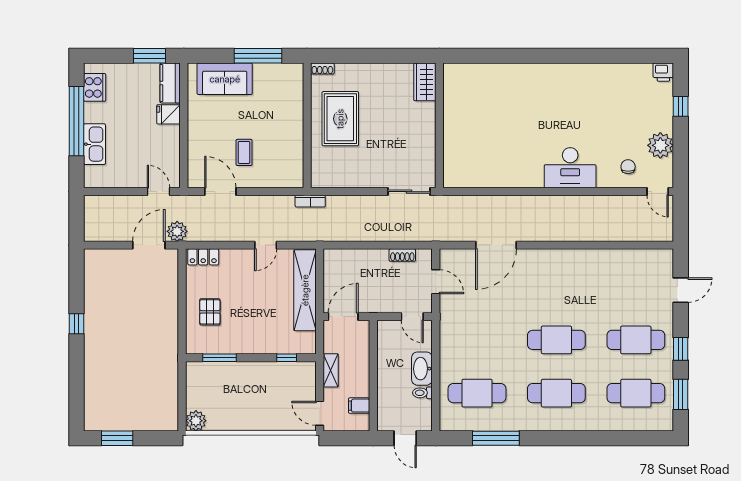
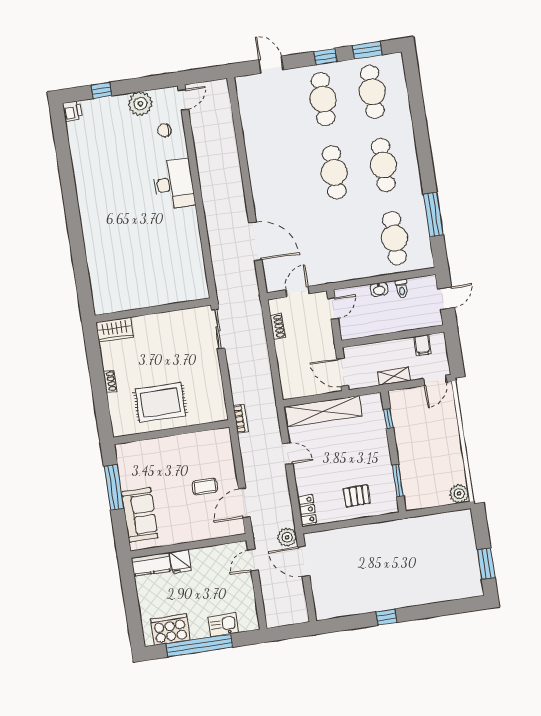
window: (149, 56) -> (129, 587), removed
shoe rack: (322, 69) -> (110, 381), moved
cooker: (95, 87) -> (170, 630), width x1.37, depth x1.31
kitchen sink: (95, 144) -> (223, 625), width x0.73
washbasin: (422, 369) -> (379, 289), width x0.52, depth x0.69

